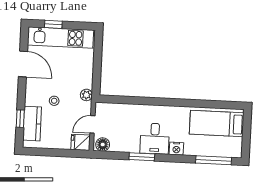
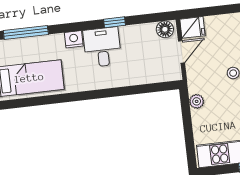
plant: (86, 95) -> (197, 101), moved
window: (142, 157) -> (114, 22), width x0.67

